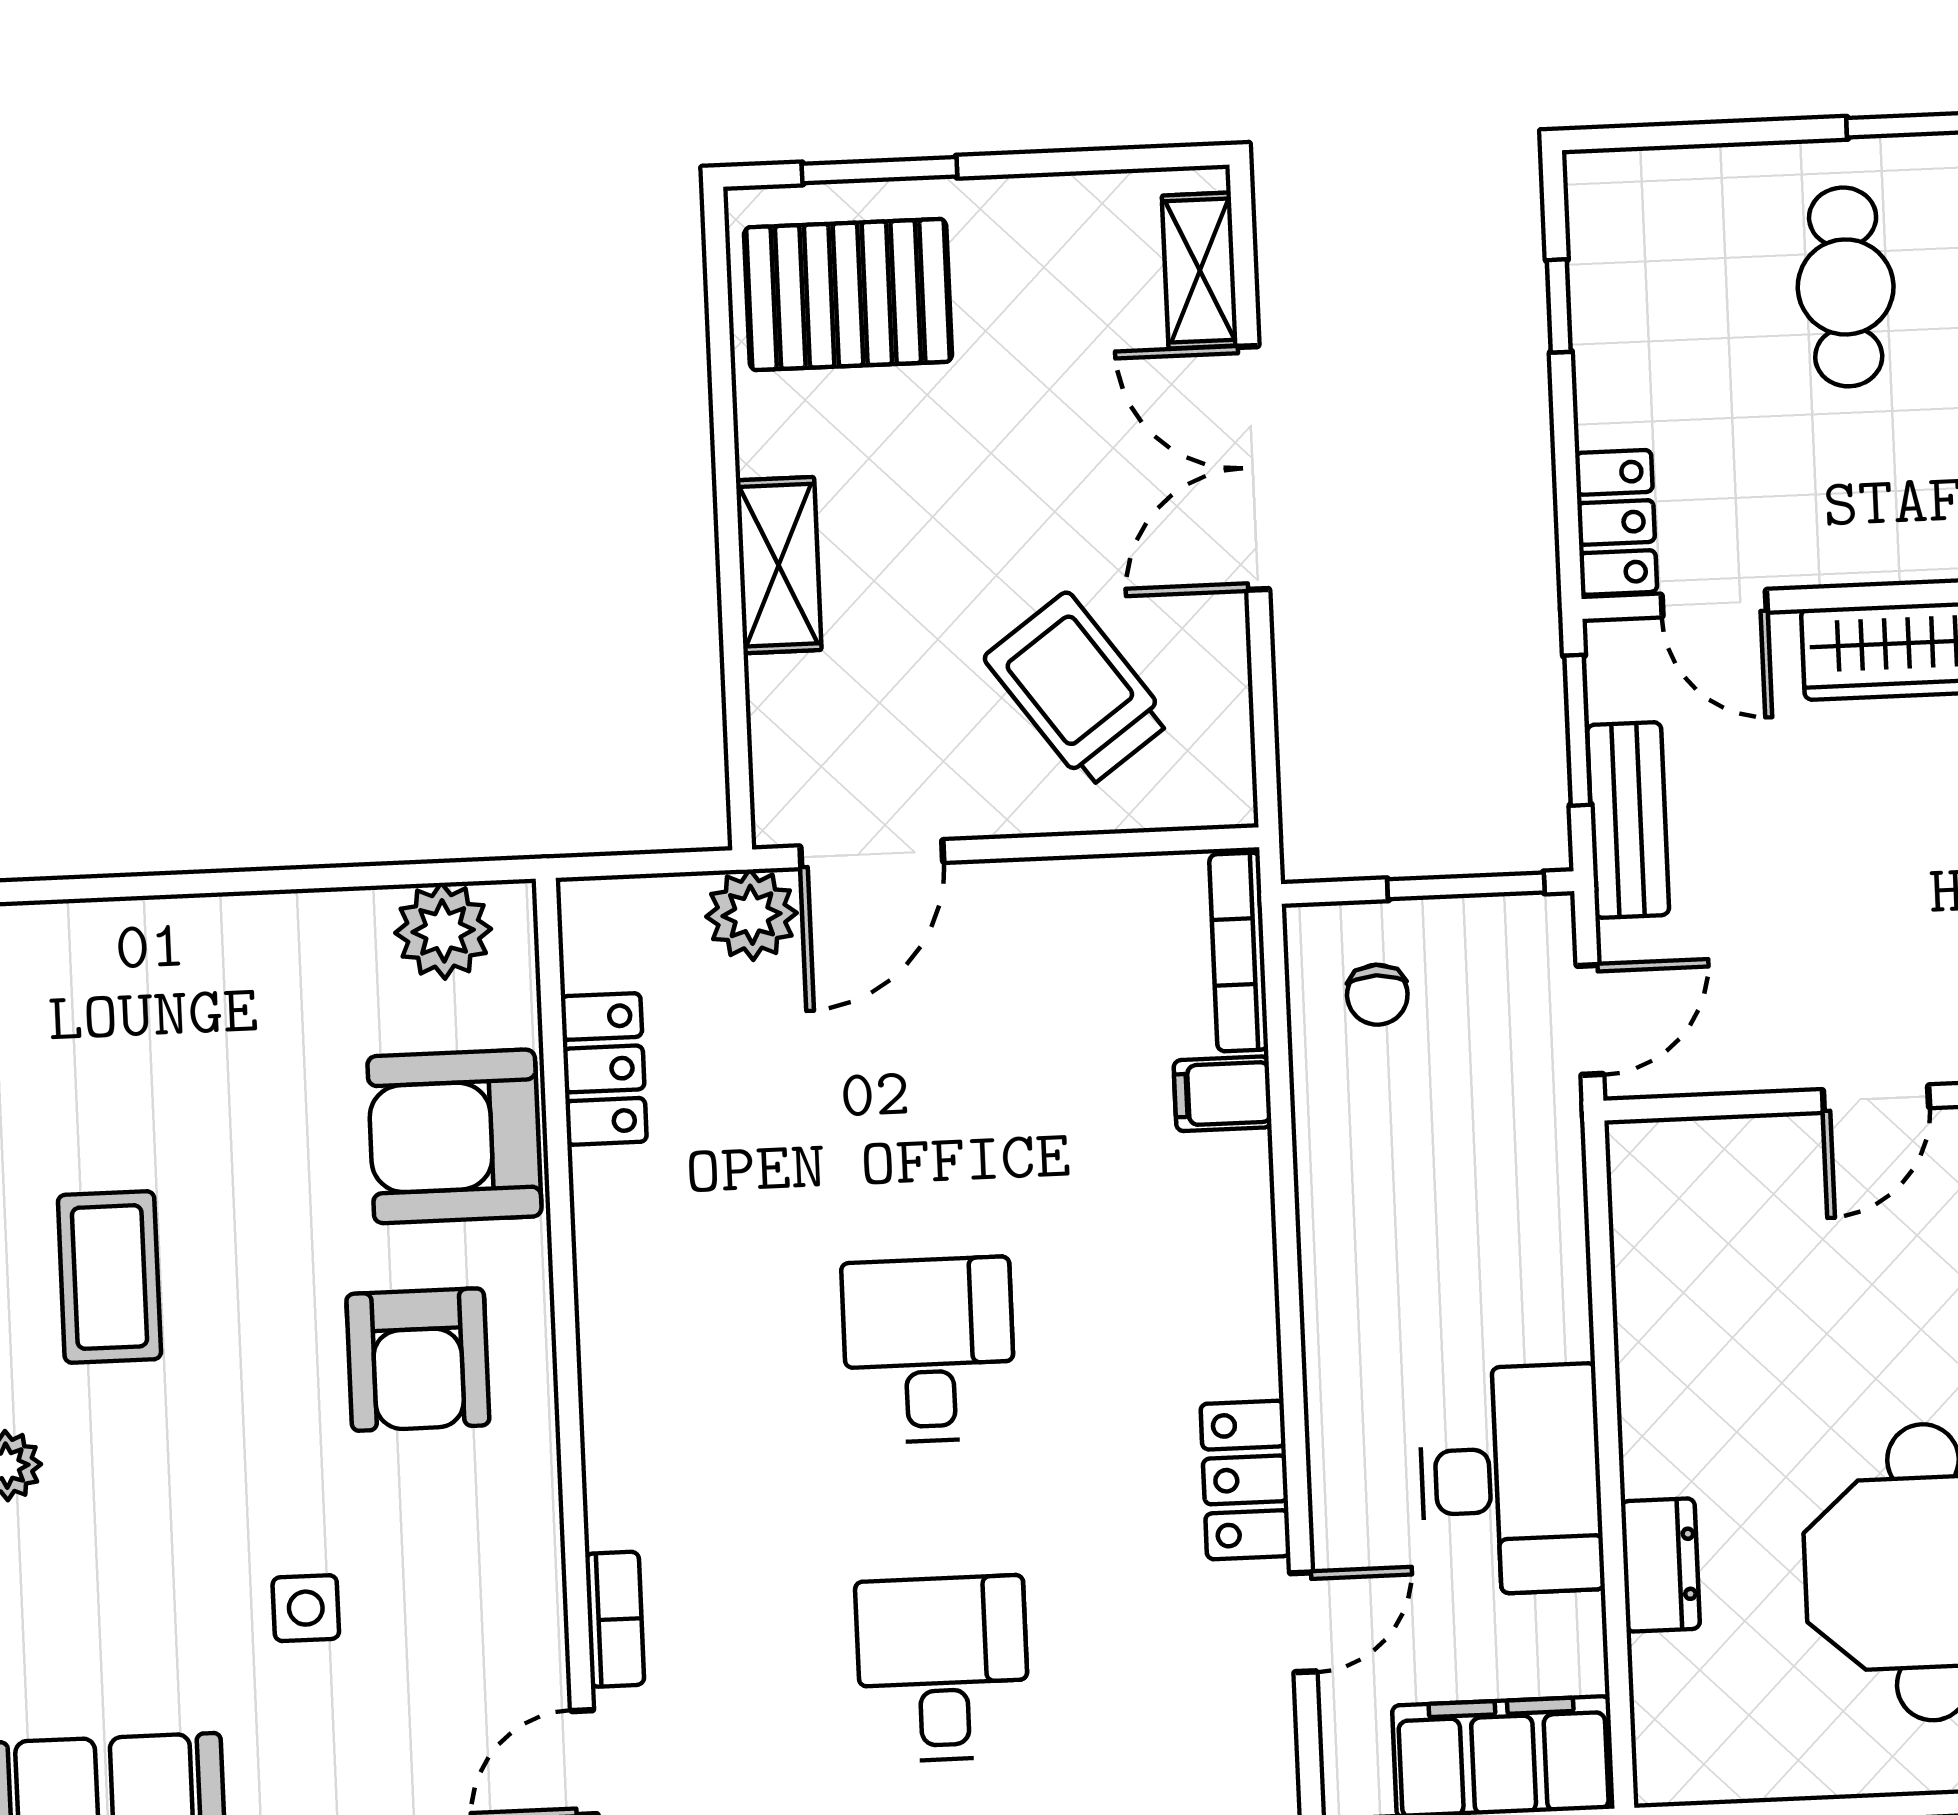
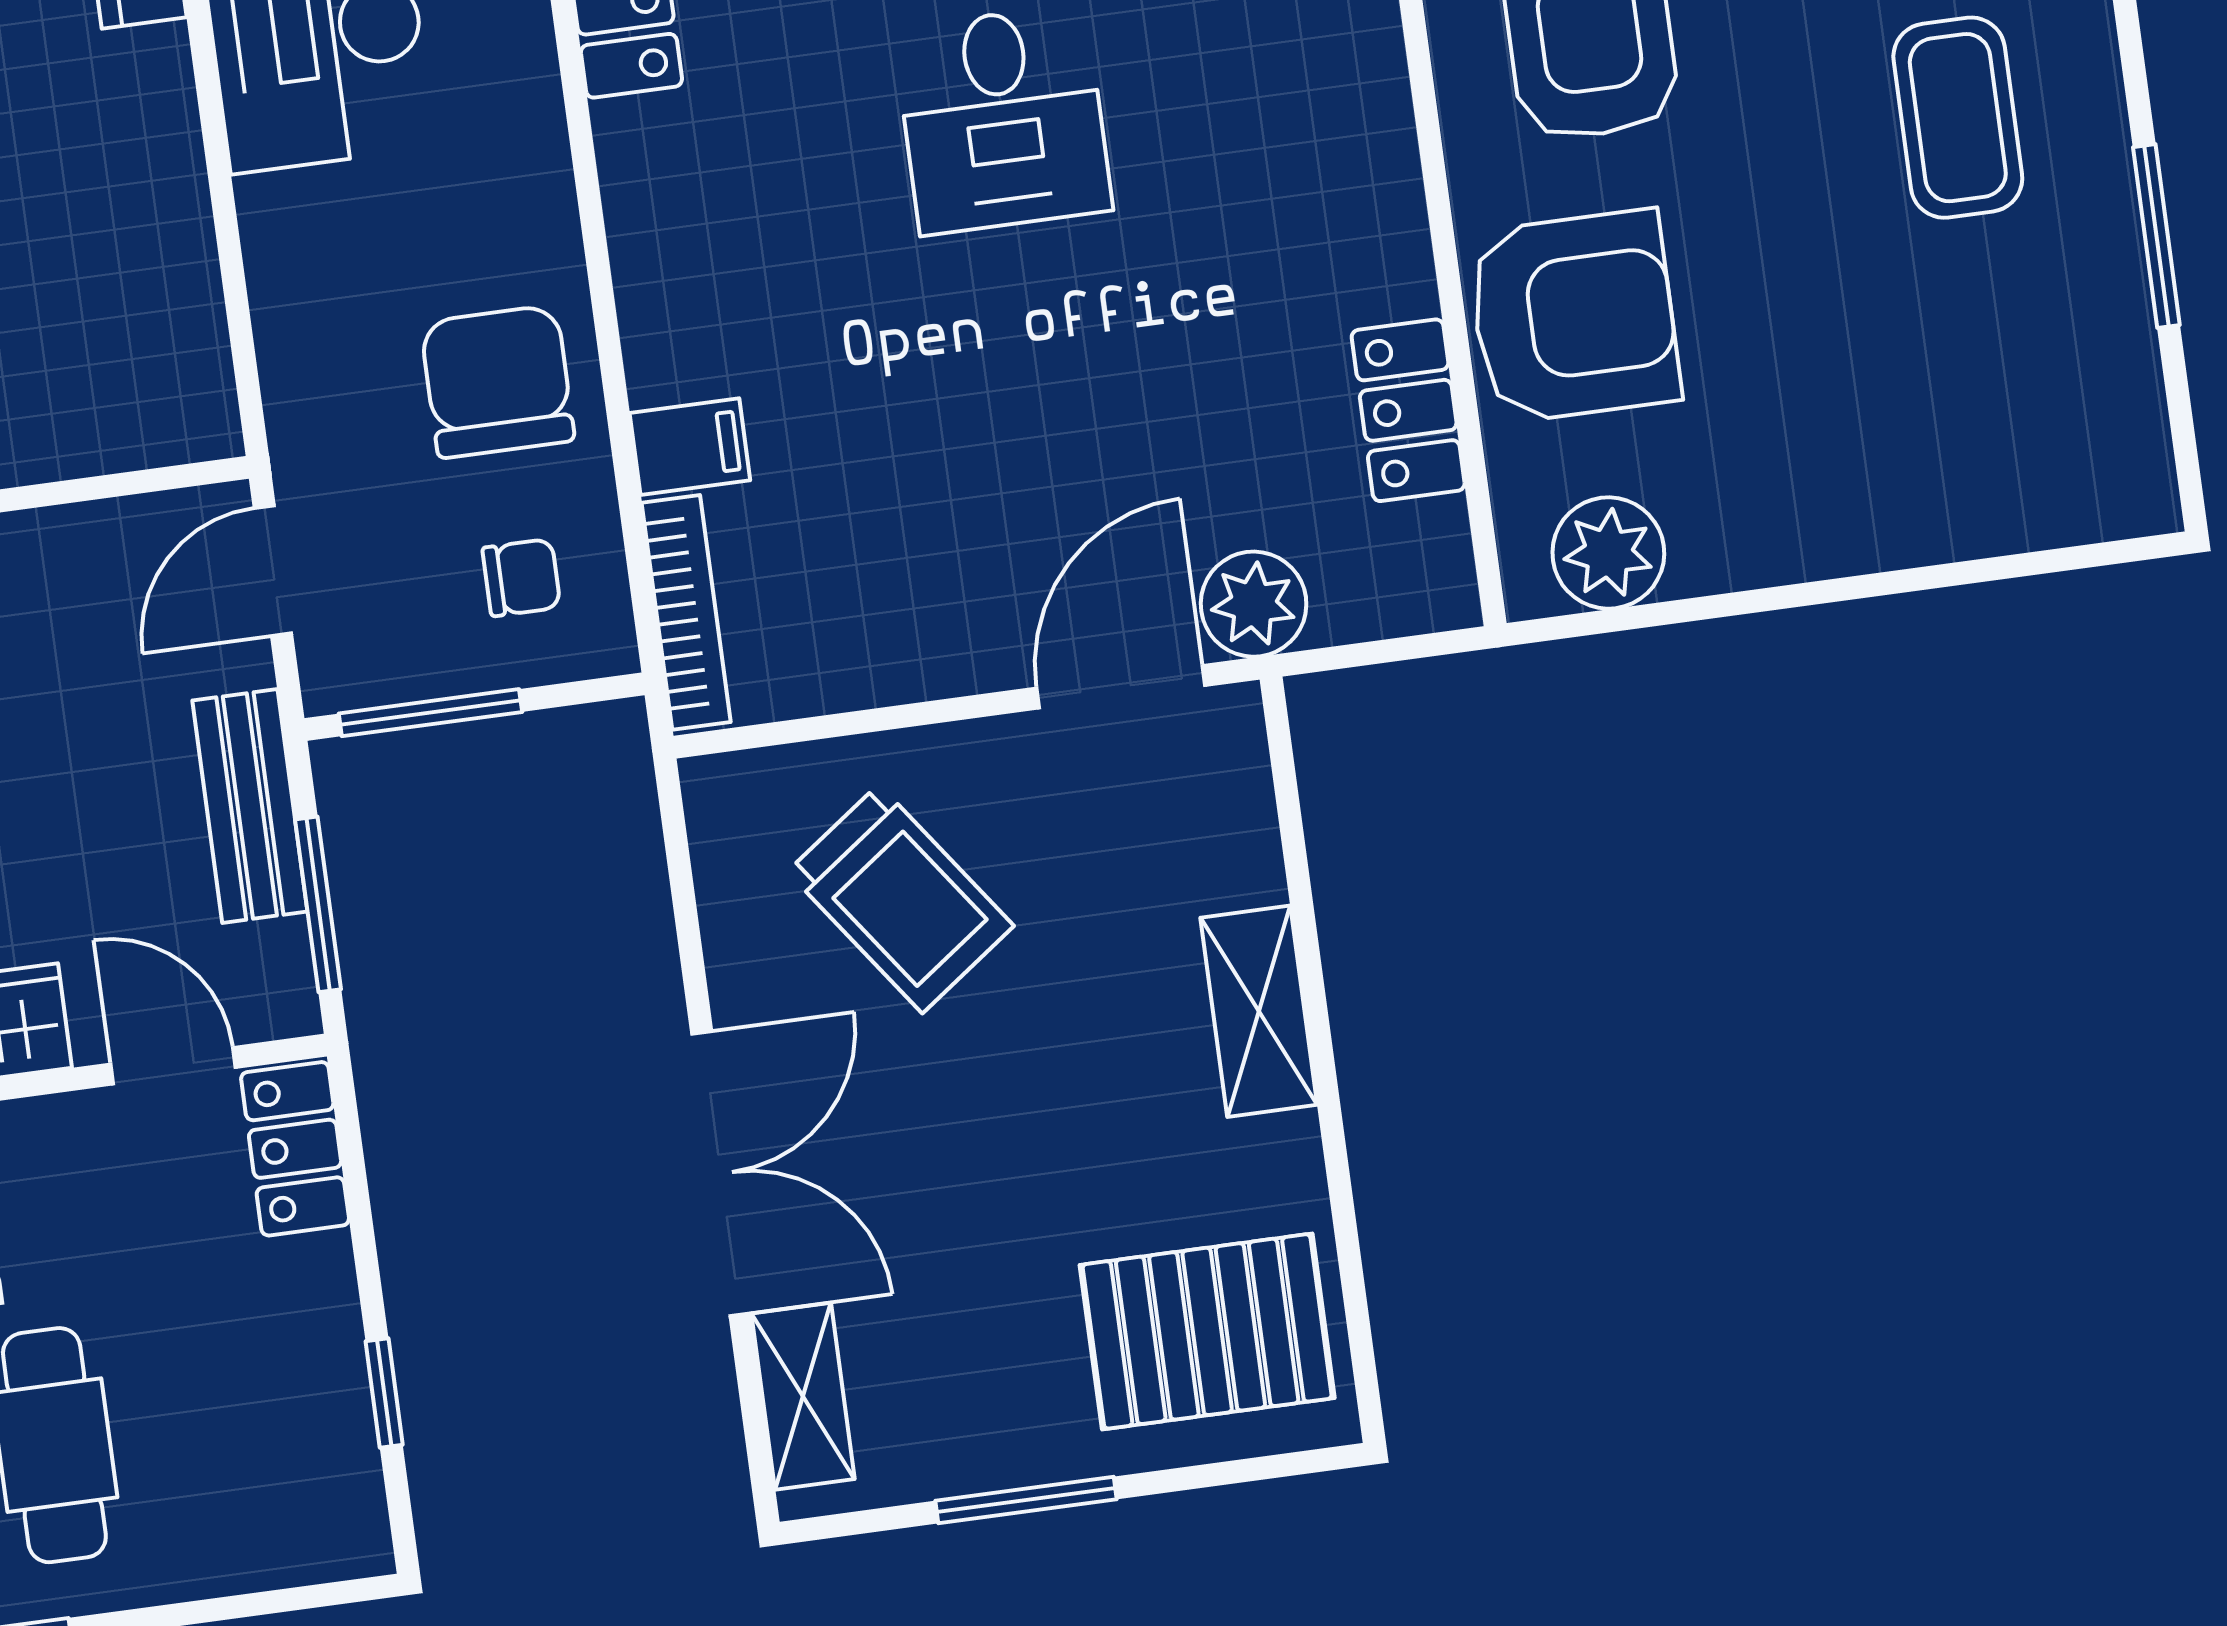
window: (879, 170) -> (1026, 1500), moved
chair: (1377, 995) -> (521, 578), turned 90
chair: (1383, 1165) -> (497, 382), added

